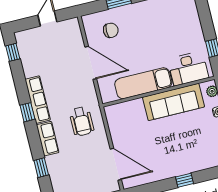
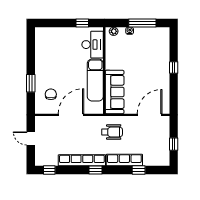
row of seats: (38, 100) -> (82, 160), width x1.36
sofa: (173, 102) -> (115, 92), moved
row of seats: (48, 139) -> (124, 160), width x1.48

